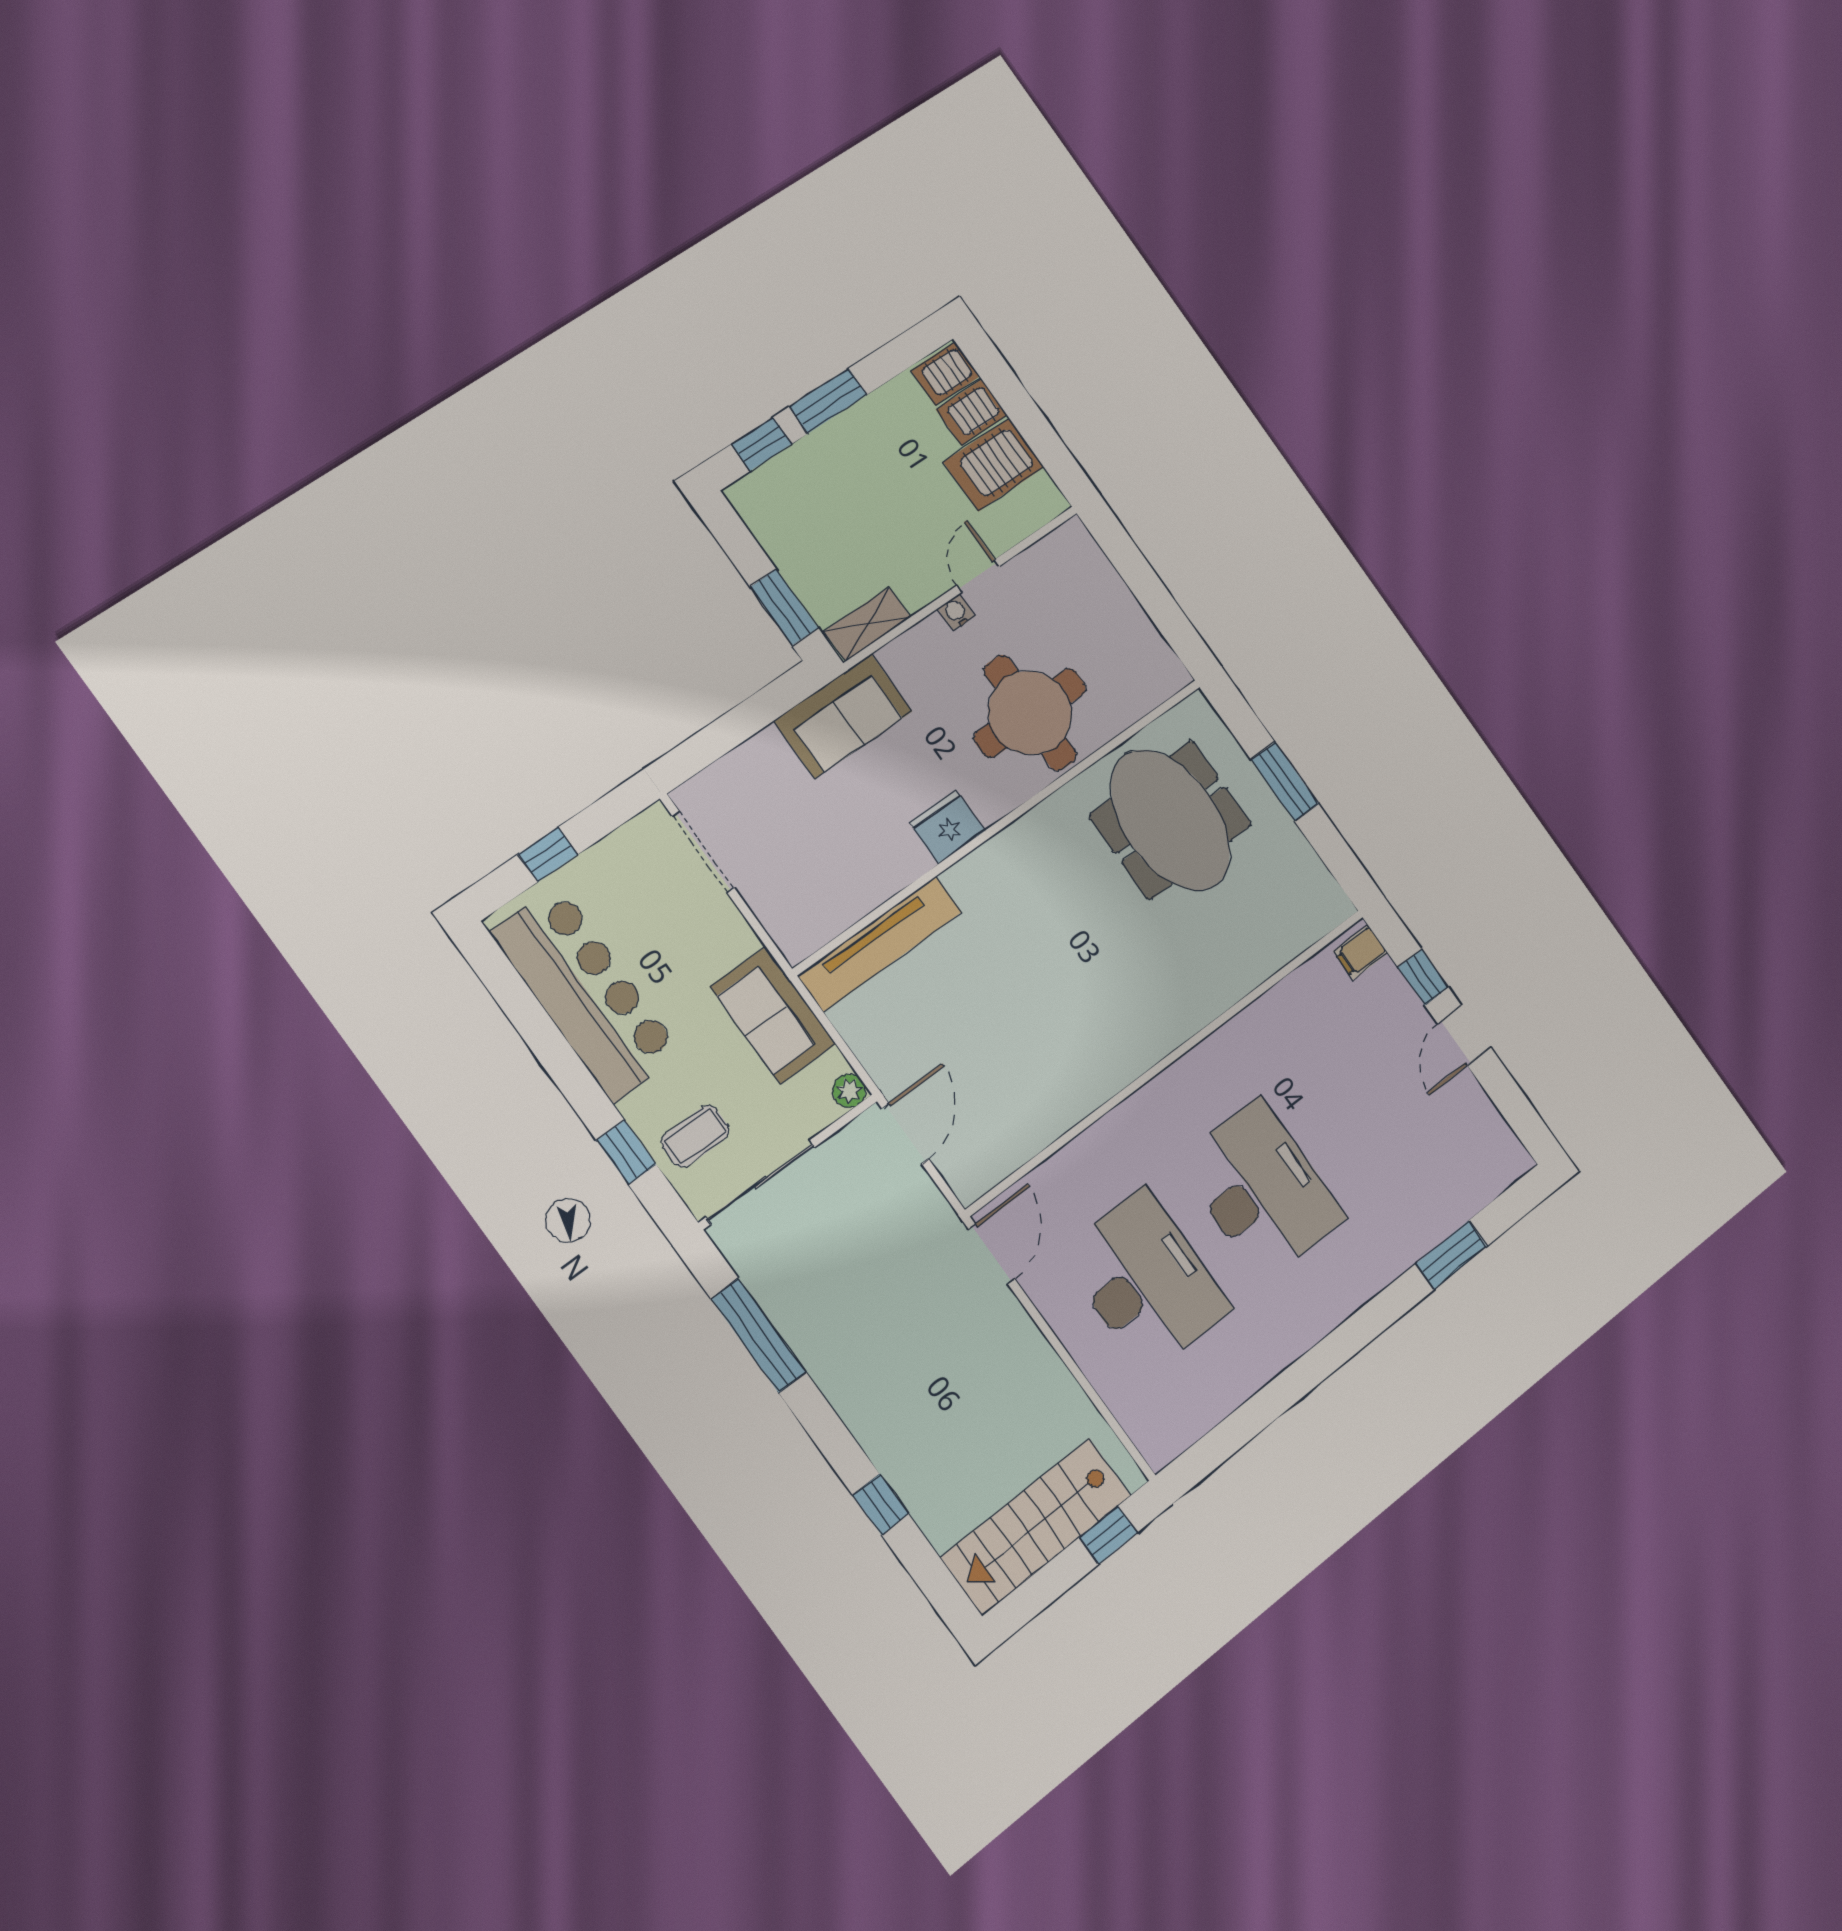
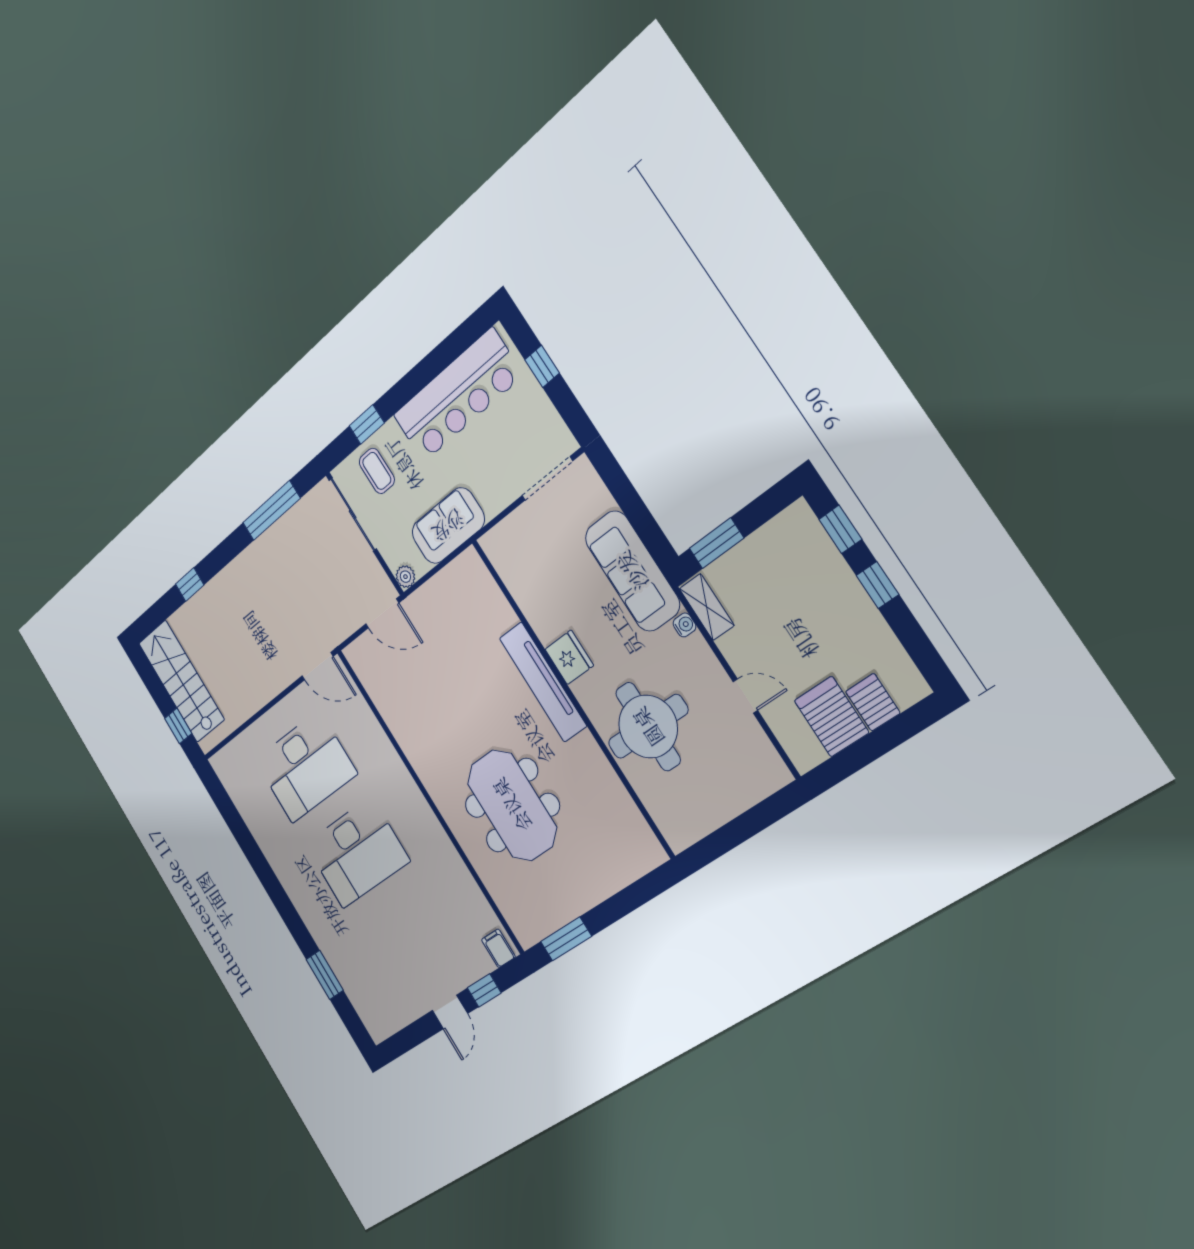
server rack: (945, 374) -> (904, 683), removed
window: (828, 401) -> (878, 585), width x0.67
water cooler: (956, 612) -> (685, 625), moved
sofa: (843, 716) -> (632, 571), width x1.36
window: (1285, 782) -> (566, 939), moved
meeting table: (1171, 820) -> (512, 805), moved, turned 90
tv unit: (880, 944) -> (543, 682), moved
door: (1464, 1035) -> (450, 1012), swing flipped

